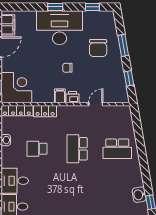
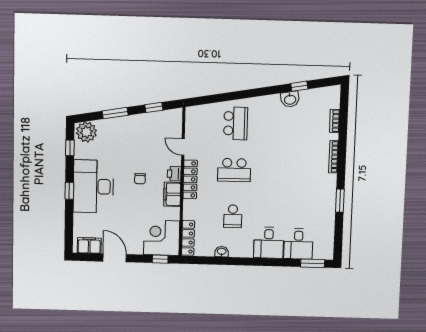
plant: (106, 21) -> (86, 132), added
chair: (98, 48) -> (118, 143), removed
filing cabinet: (60, 96) -> (172, 194), width x2.00
locker: (45, 111) -> (190, 179), moved, width x1.53

